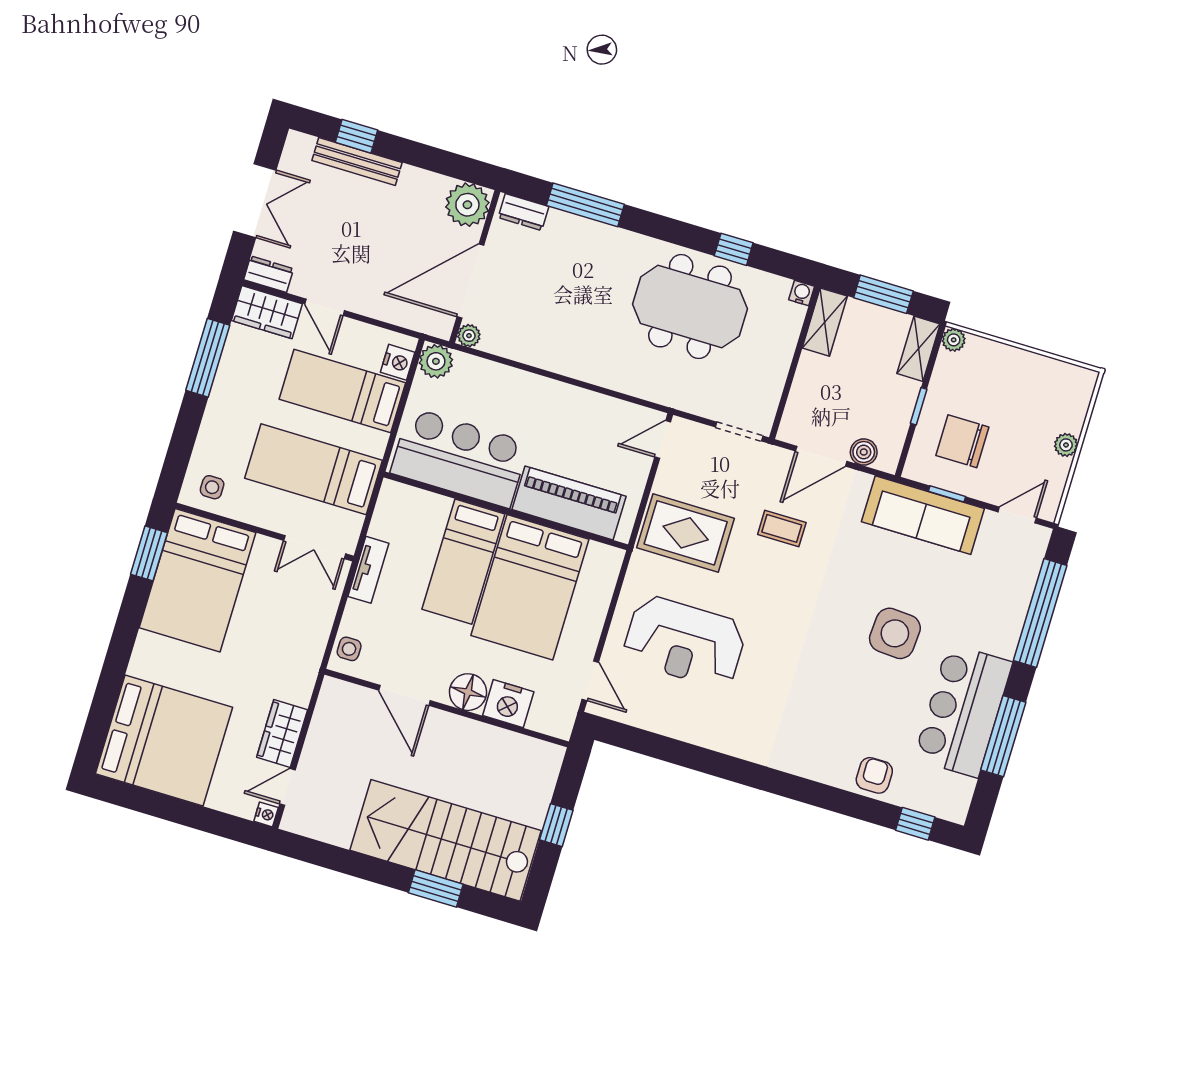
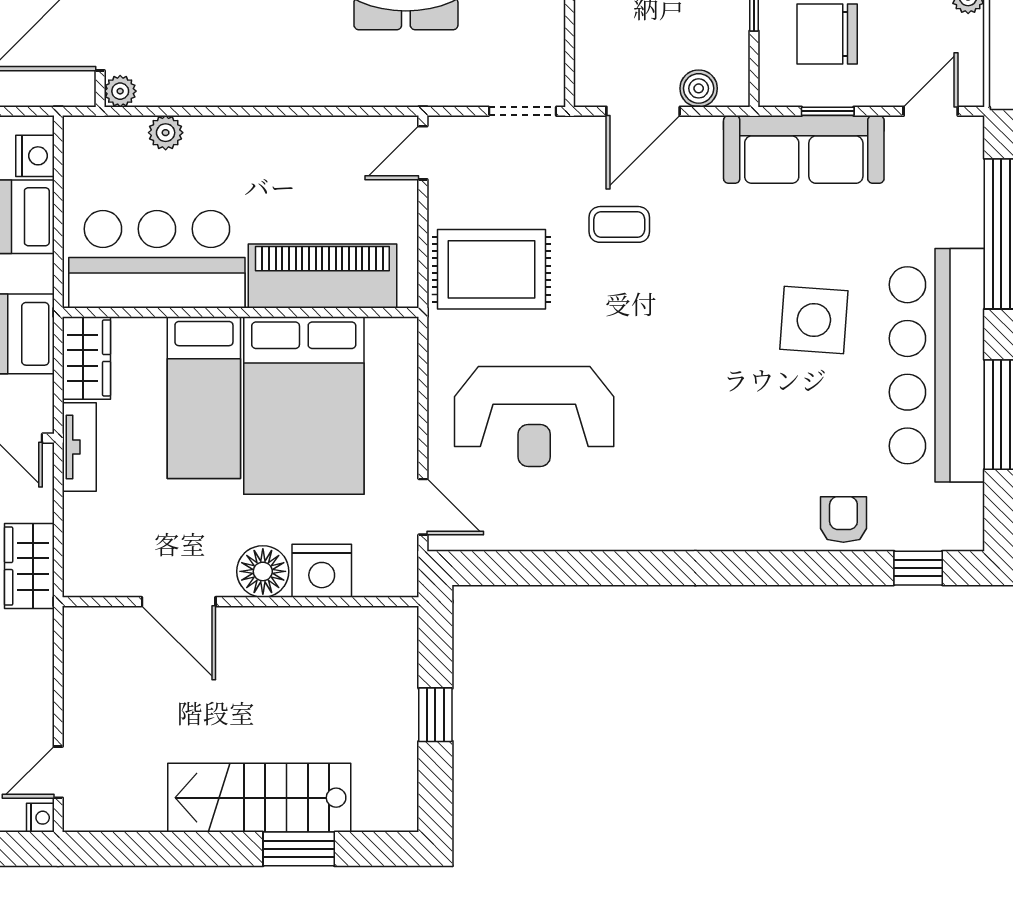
plant: (436, 361) -> (166, 133), moved, width x0.73, depth x0.73
wardrobe: (391, 511) -> (86, 358), added
side table: (349, 649) -> (85, 561), removed
bar counter: (963, 711) -> (937, 365), width x1.36
wardrobe: (282, 733) -> (29, 566), moved
stairs: (446, 840) -> (259, 798), width x0.73, depth x0.66

